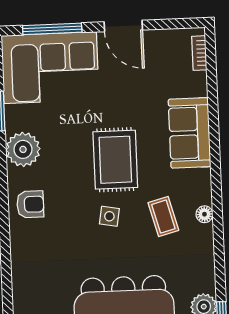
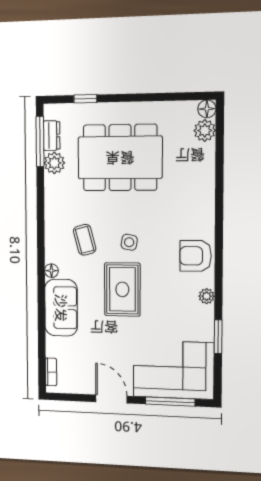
plant: (23, 149) -> (207, 296), width x0.53, depth x0.53
armchair: (30, 204) -> (196, 256), width x1.38, depth x1.38
floor lamp: (204, 214) -> (51, 271), moved

